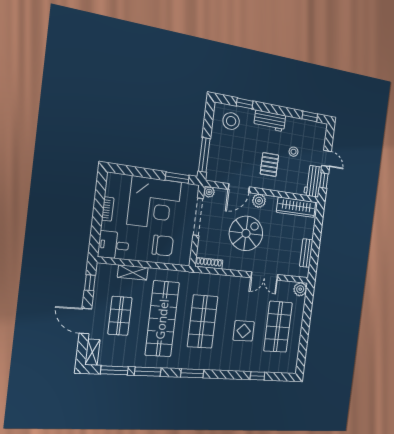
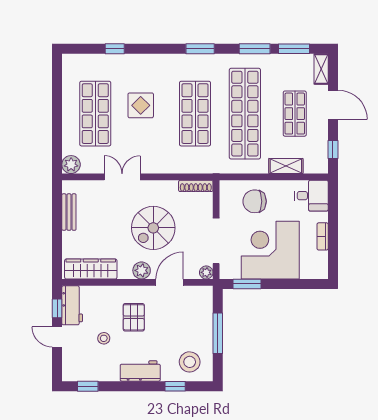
window: (204, 155) -> (218, 333), moved

